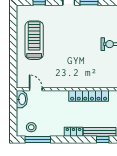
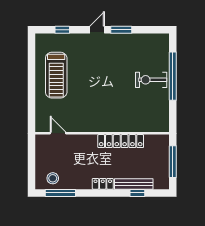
treadmill: (34, 40) -> (56, 75), turned 180
washbasin: (22, 99) -> (42, 145), removed

